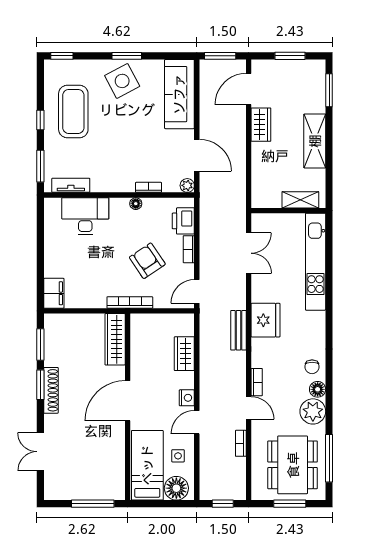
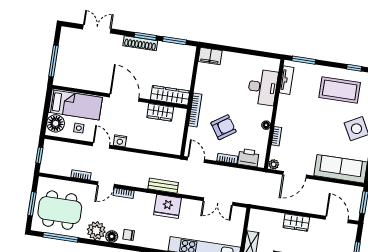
window: (40, 120) -> (354, 68), moved
wardrobe: (261, 125) -> (296, 222), moved
wardrobe: (184, 354) -> (160, 112), moved, turned 180

